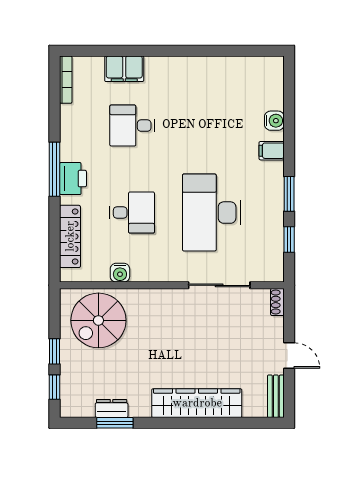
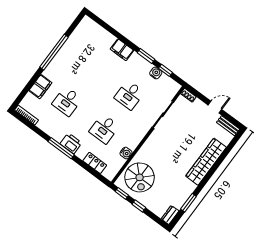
window: (192, 51) -> (54, 52), added
water cooler: (274, 121) -> (156, 73), moved
filing cabinet: (272, 151) -> (122, 50), width x2.00
desk: (132, 213) -> (104, 129), turned 180
desk: (211, 213) -> (129, 95), width x0.53, depth x0.77
locker: (70, 236) -> (95, 163), width x0.66
window: (55, 387) -> (122, 193), moved
dresser: (112, 409) -> (170, 215), moved

